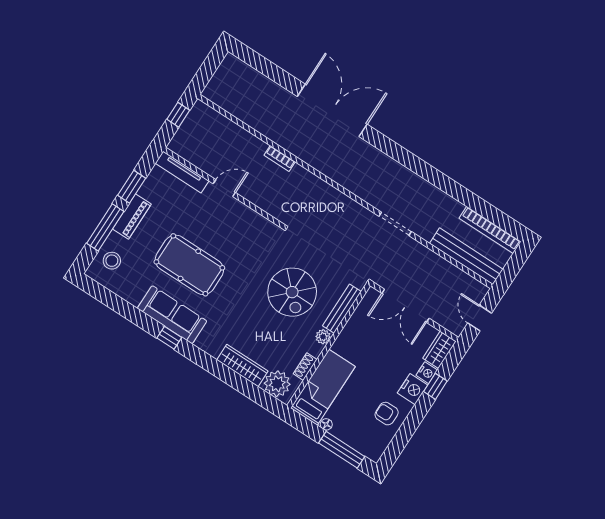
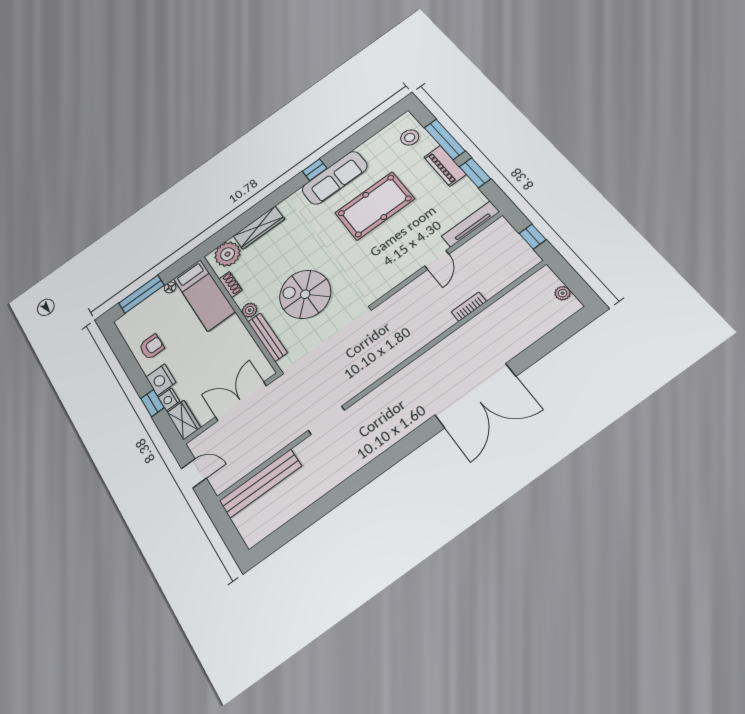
plant: (222, 73) -> (563, 293), added
bookcase: (280, 158) -> (469, 307), moved
bookcase: (490, 230) -> (276, 520), removed

